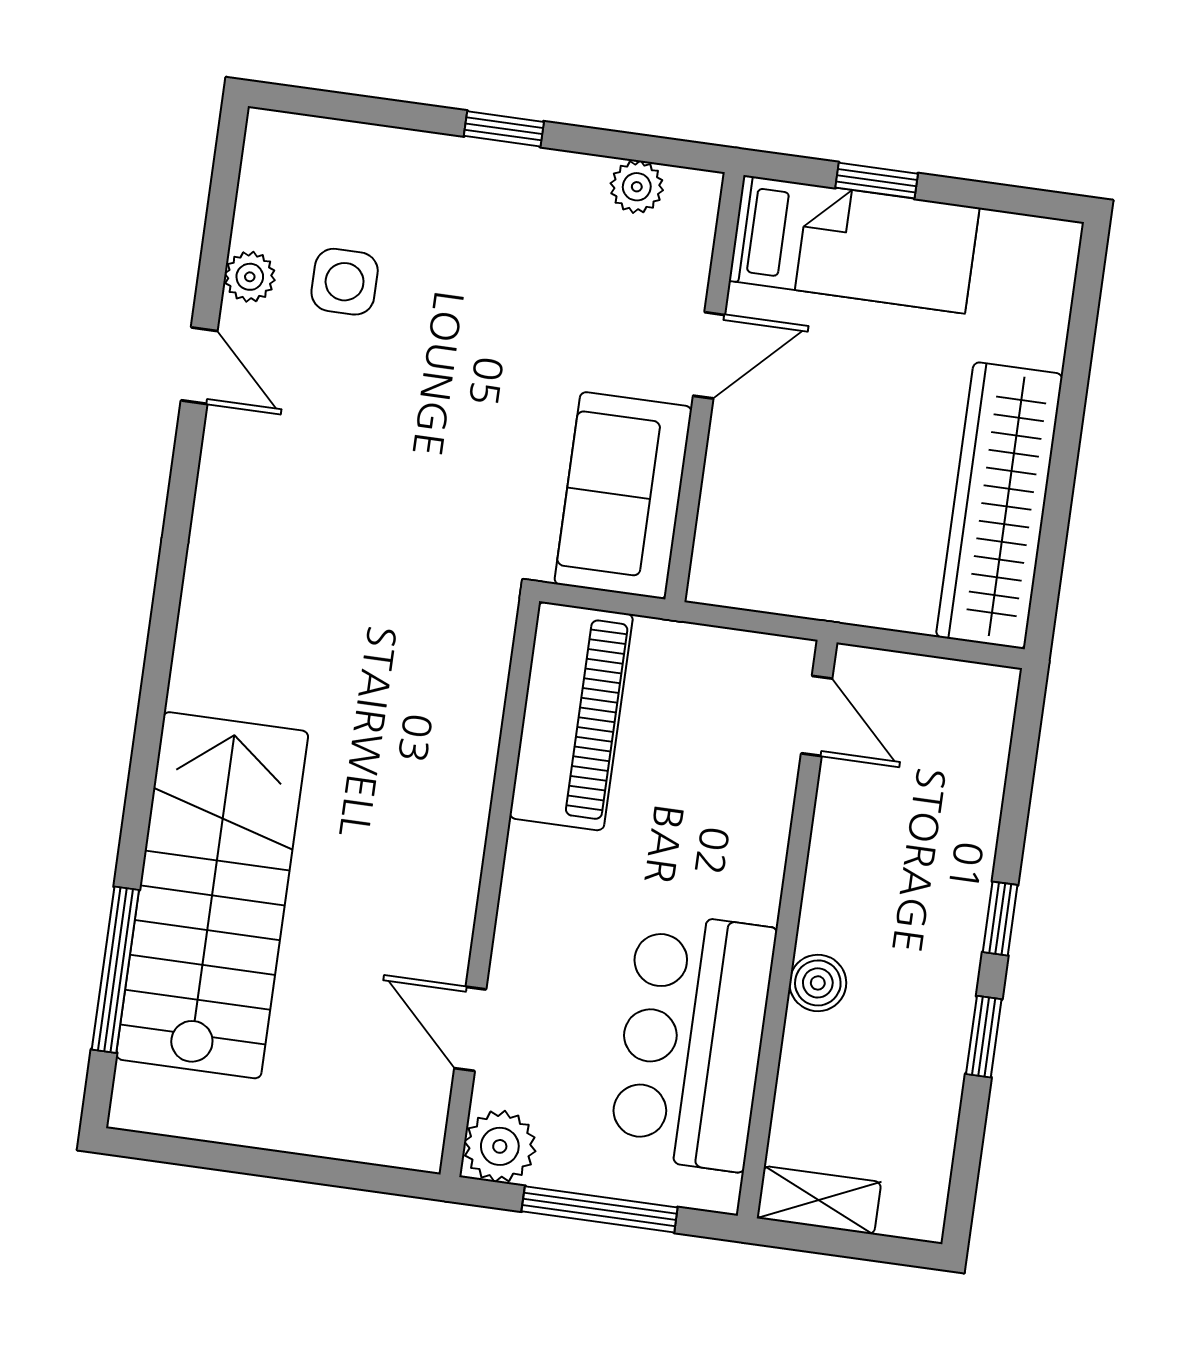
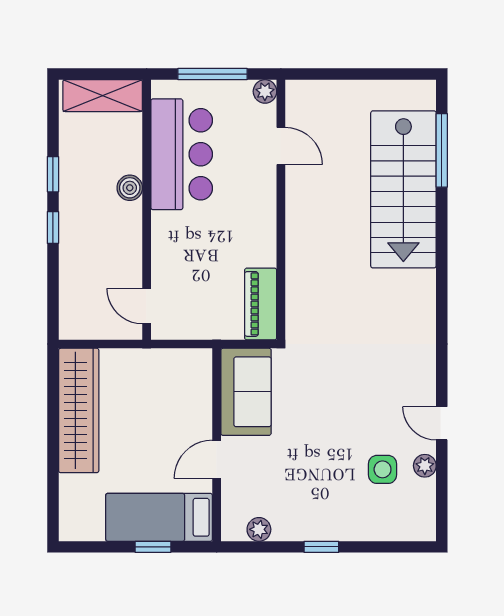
piano: (571, 716) -> (261, 304), width x0.73, depth x0.75
plant: (500, 1146) -> (265, 91), width x0.73, depth x0.73
shelving: (819, 1200) -> (103, 96), width x1.50, depth x1.33

